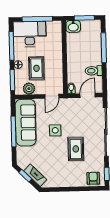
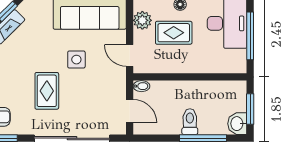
washbasin: (73, 26) -> (237, 124), moved
toilet: (94, 71) -> (190, 122), moved
rug: (76, 149) -> (47, 91), turned 90

